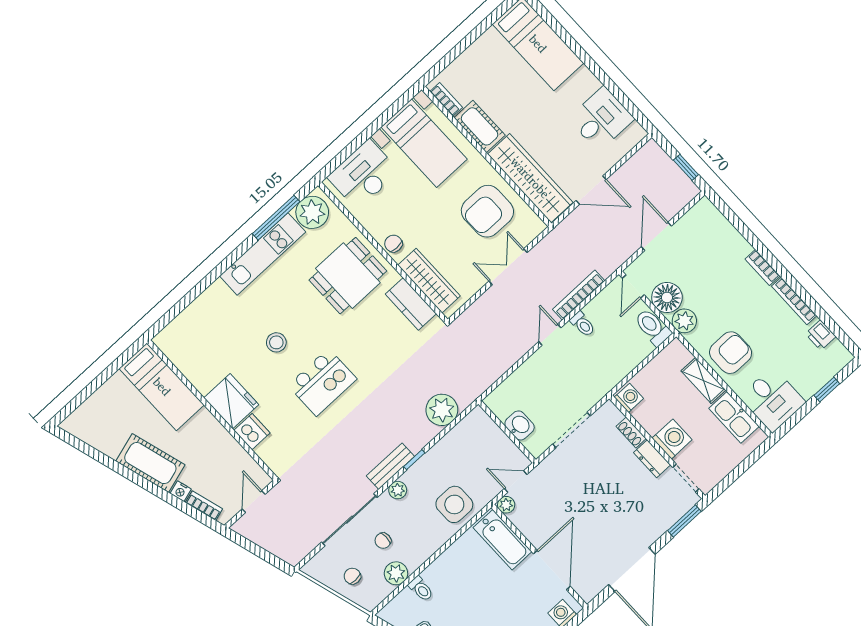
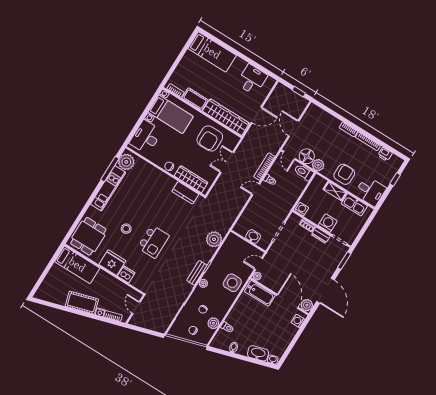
dining table: (348, 276) -> (88, 236), moved
door: (550, 335) -> (256, 189), hinge flipped
plant: (588, 588) -> (307, 305), added

